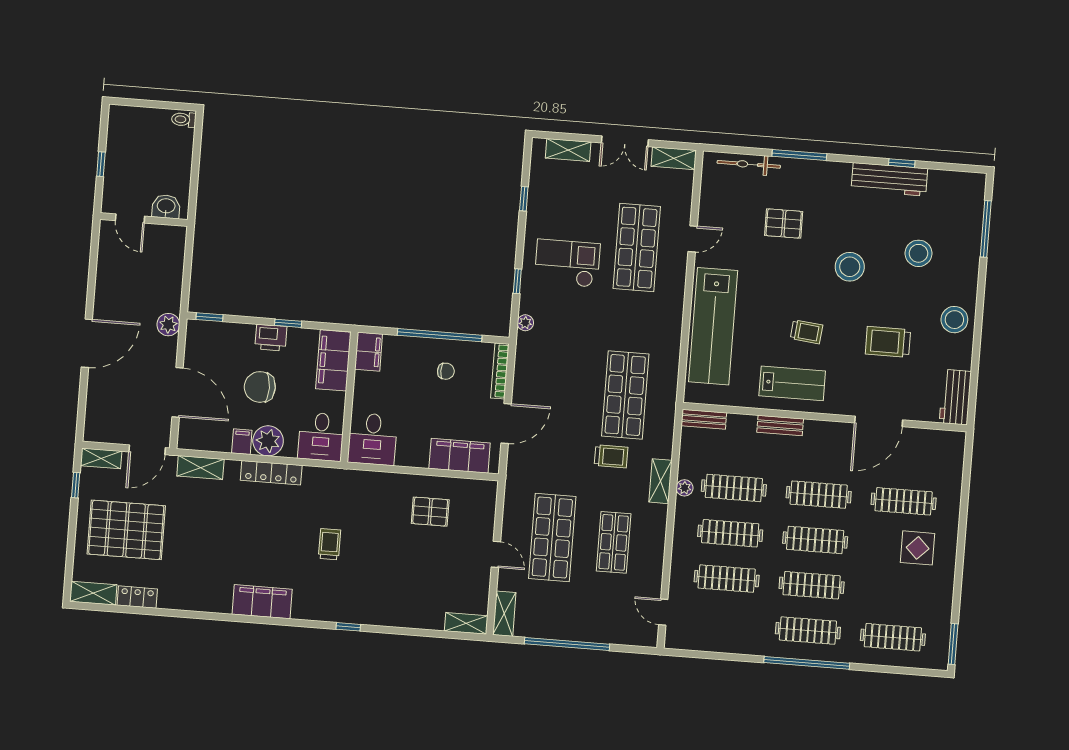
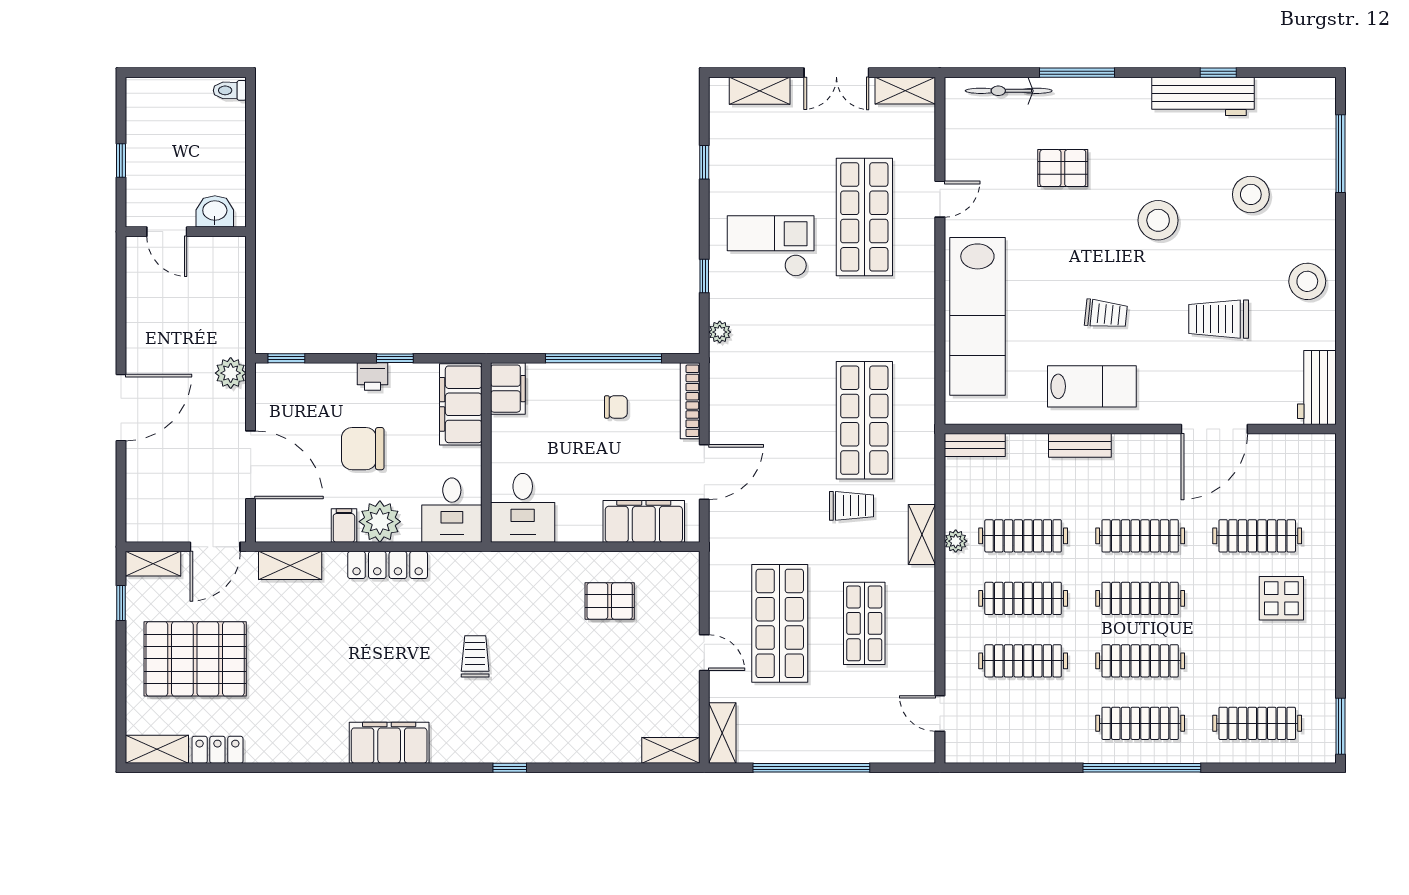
printer: (271, 338) -> (373, 377), width x0.73, depth x0.81

